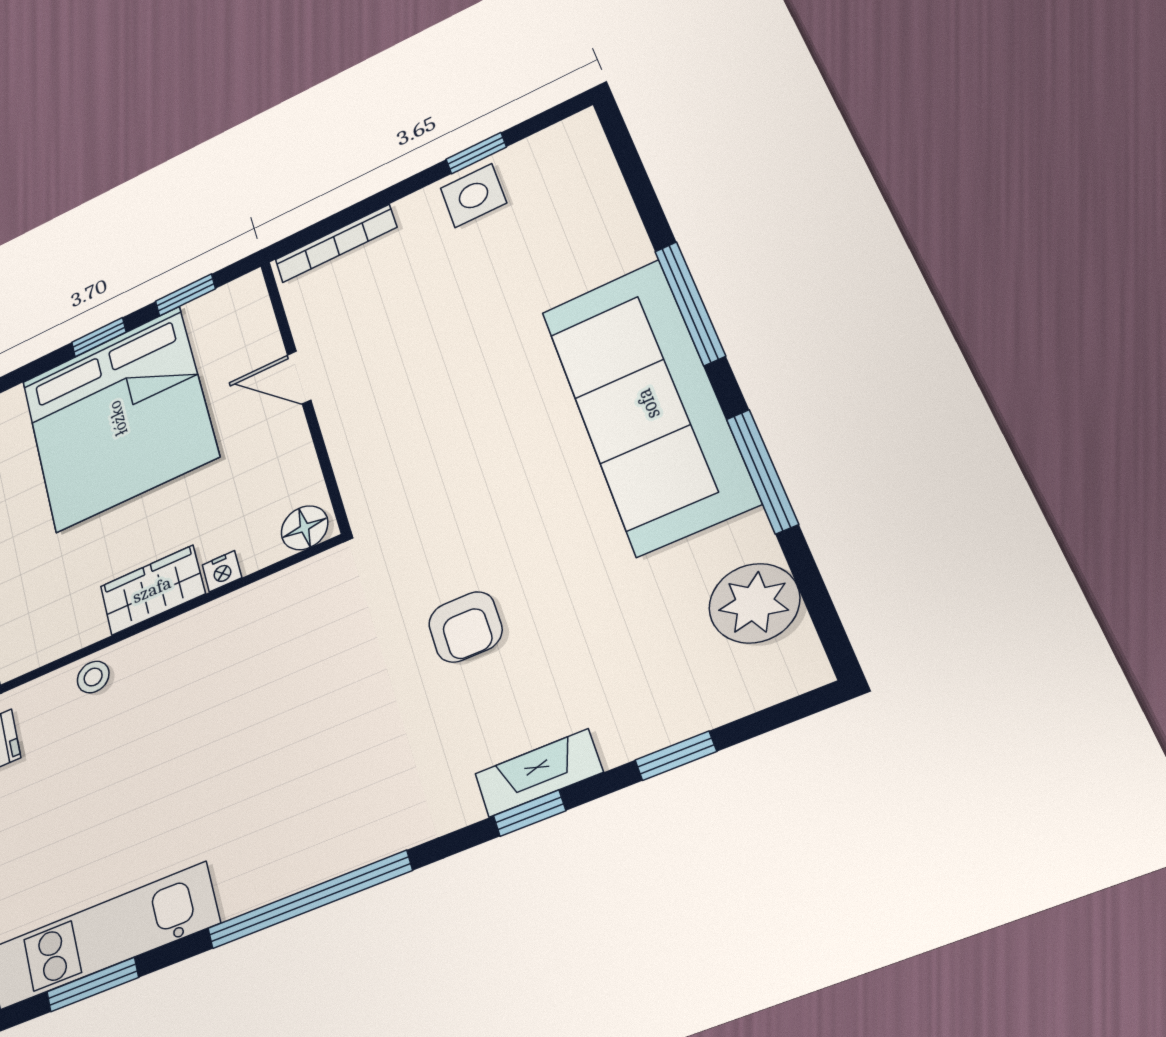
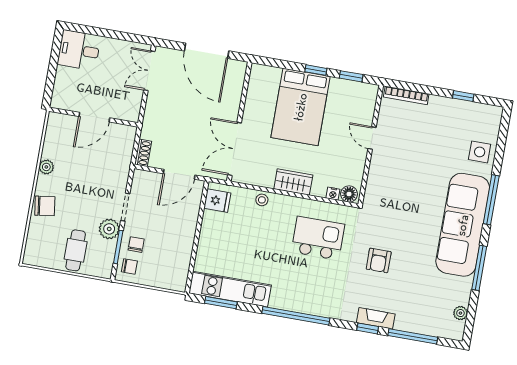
side table: (473, 195) -> (480, 152), moved
bed: (118, 418) -> (301, 107), width x0.73
nightstand: (222, 571) -> (333, 194), moved
plant: (754, 603) -> (460, 313), width x0.53, depth x0.53
kitchen island: (275, 675) -> (318, 238), added
window: (676, 756) -> (413, 336), width x2.17

